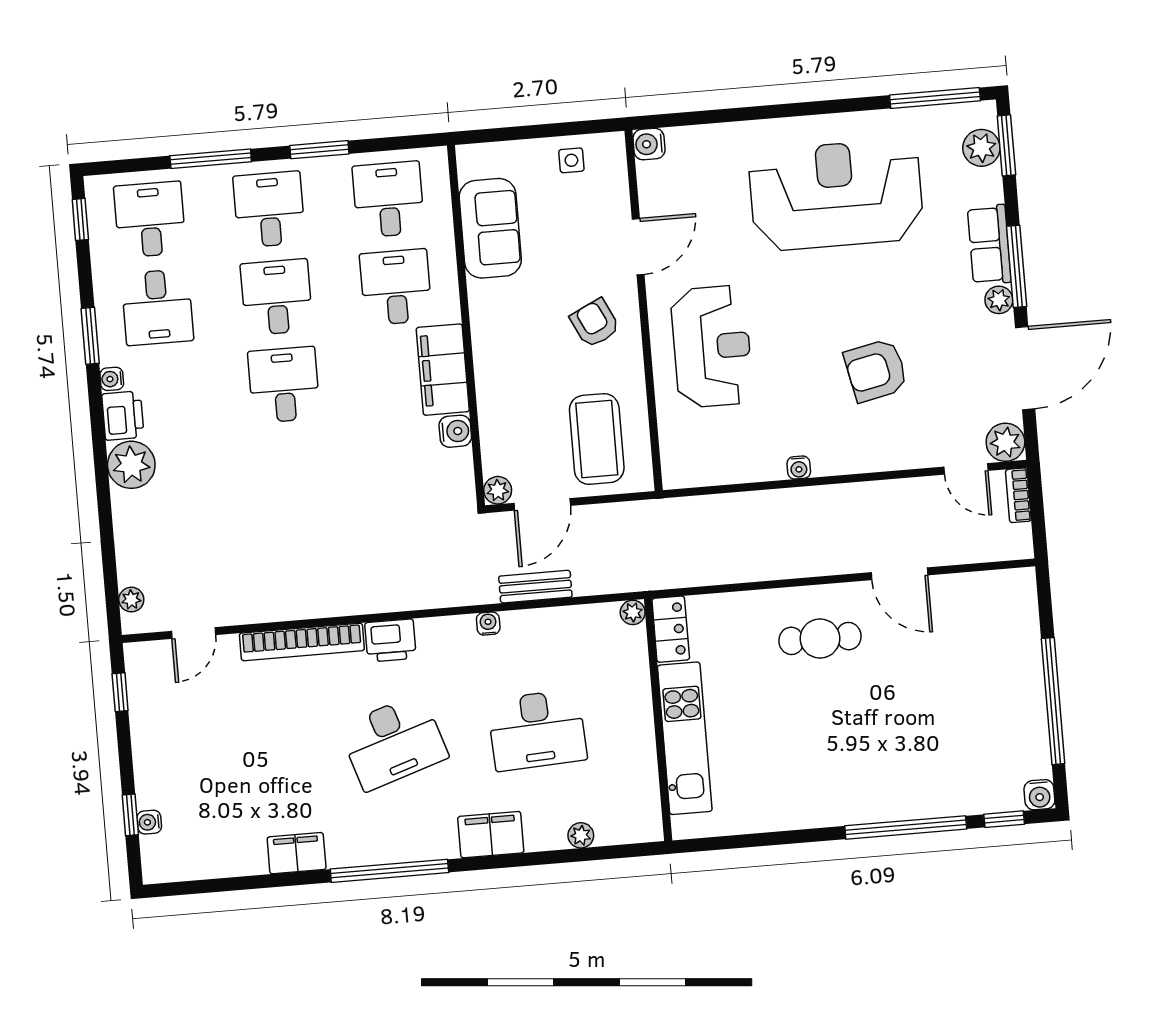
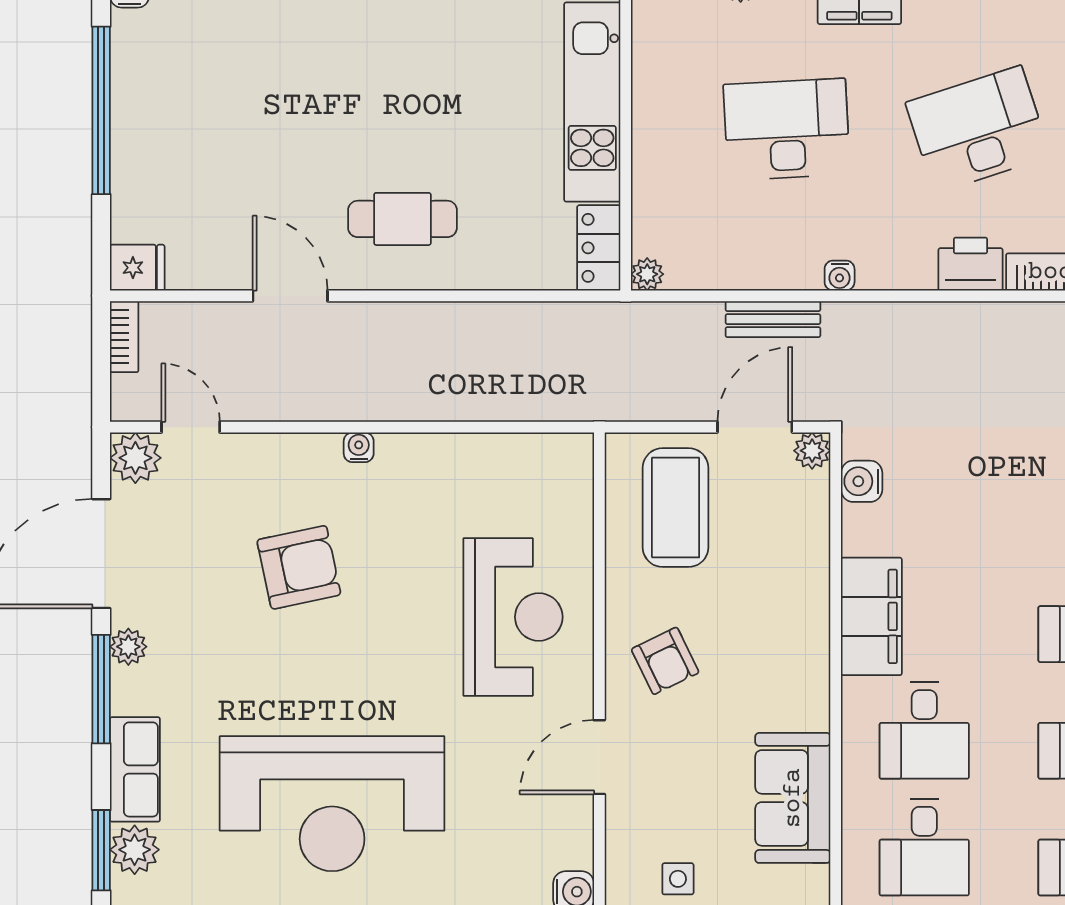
row of seats: (989, 245) -> (135, 769), moved
reception desk: (712, 347) -> (513, 617), turned 180
water cooler: (455, 431) -> (862, 481), moved
water cooler: (799, 468) -> (359, 447), moved
bookcase: (1018, 495) -> (124, 337), moved
fridge: (1016, 585) -> (137, 268), added

